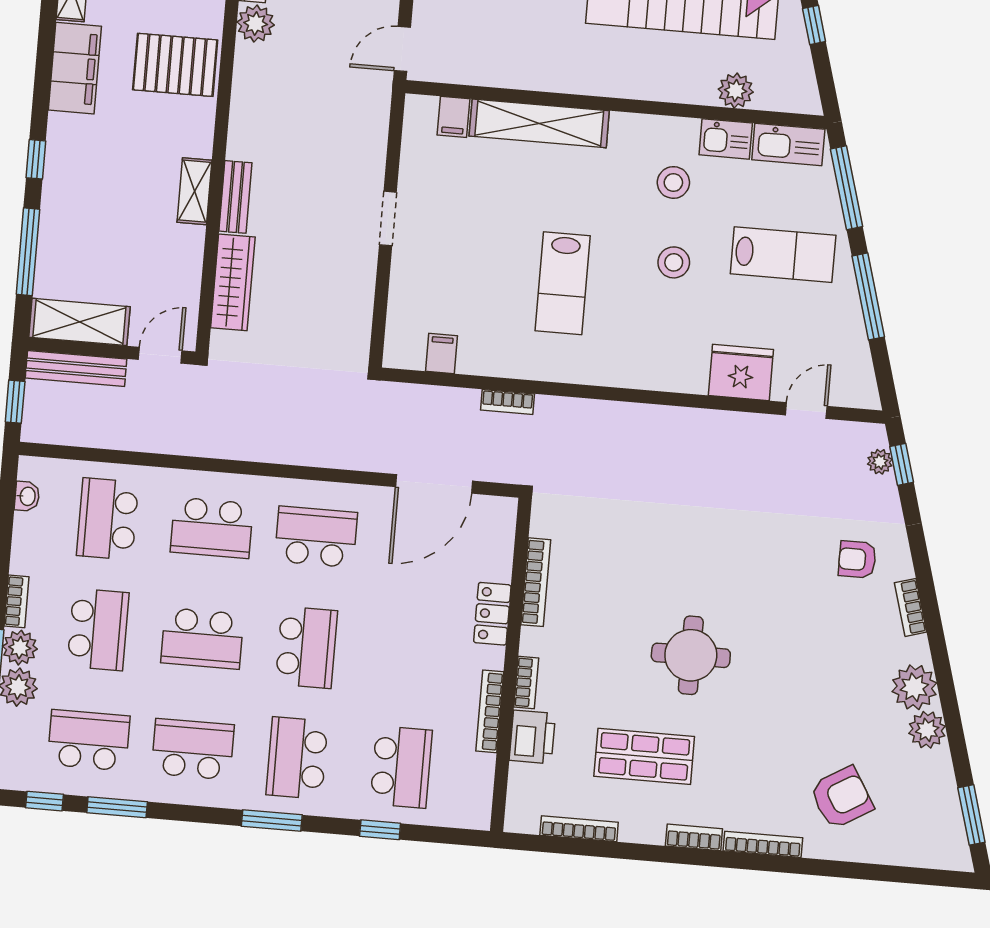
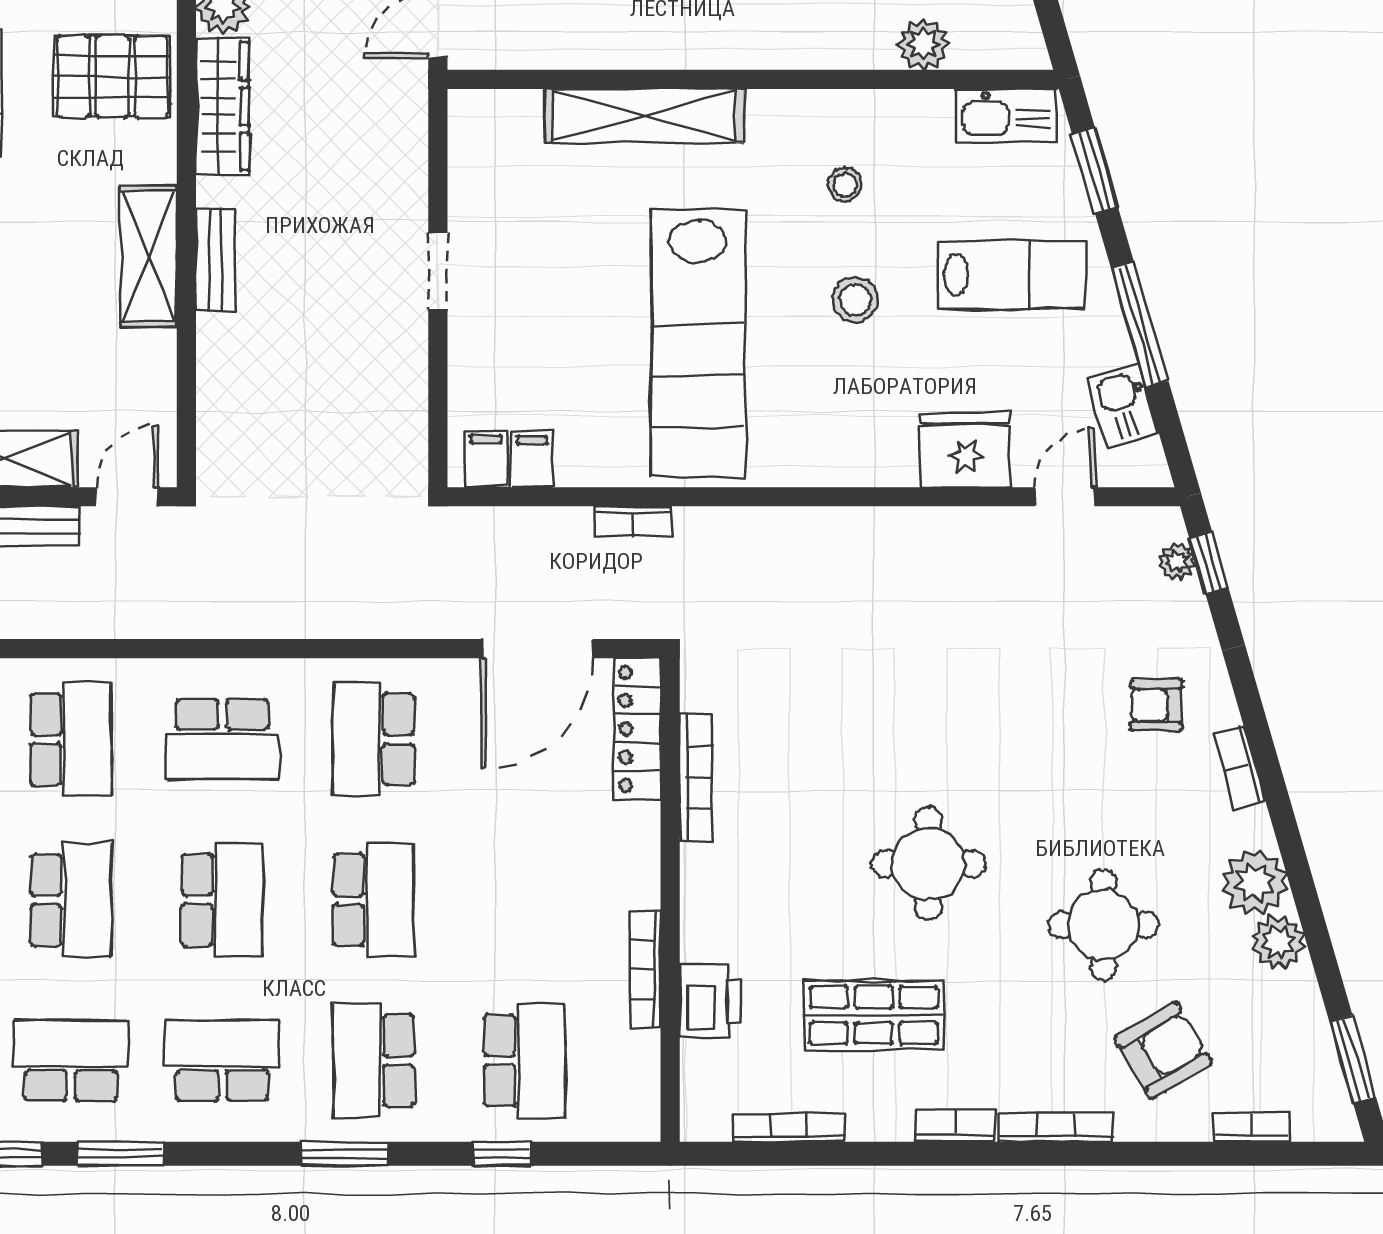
filing cabinet: (453, 117) -> (486, 459), moved, turned 180
kitchen sink: (726, 139) -> (1123, 406), moved, turned 74
stool: (673, 182) -> (845, 185), width x0.73, depth x0.73
window: (847, 188) -> (1095, 171), width x0.69
shelving: (195, 191) -> (149, 256), width x1.50, depth x1.33
wardrobe: (233, 282) -> (222, 106), moved
lab bench: (563, 283) -> (698, 343), width x1.86, depth x1.39
school desk: (108, 519) -> (71, 739), turned 180
school desk: (316, 537) -> (374, 739), turned -90
locker: (492, 614) -> (637, 729), moved, width x1.53
school desk: (202, 638) -> (222, 900), turned -90
bookcase: (526, 683) -> (1252, 1127), moved, turned -90
round table: (808, 708) -> (1104, 925), added

